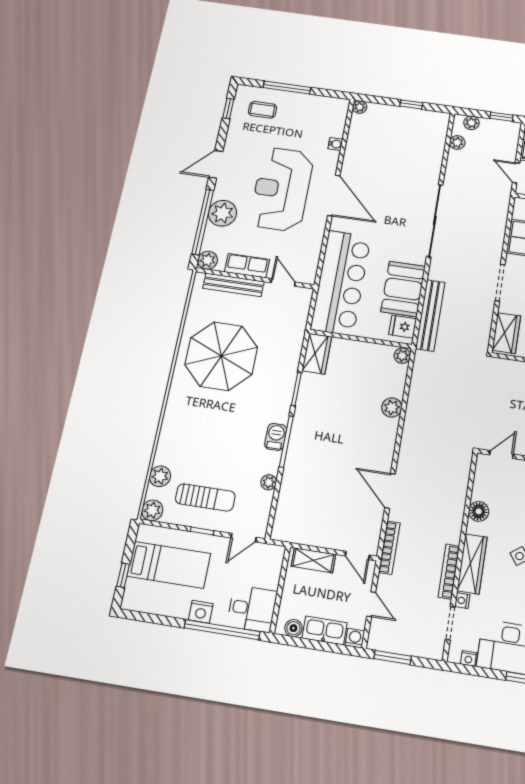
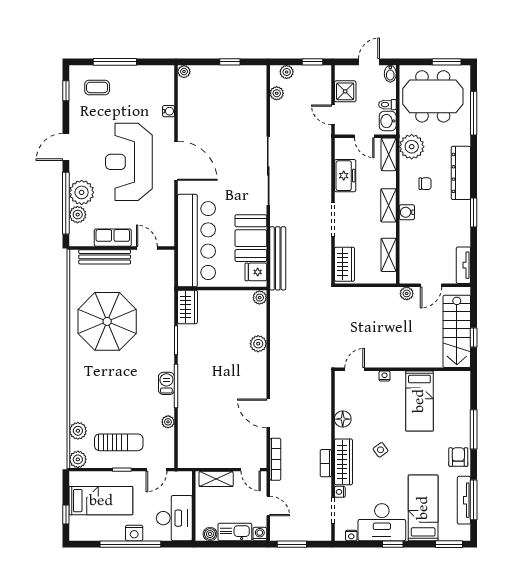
plant: (208, 260) -> (78, 215), moved
bookcase: (449, 572) -> (326, 463), width x0.64
desk: (252, 609) -> (174, 518), width x1.37
window: (222, 630) -> (130, 544), moved

